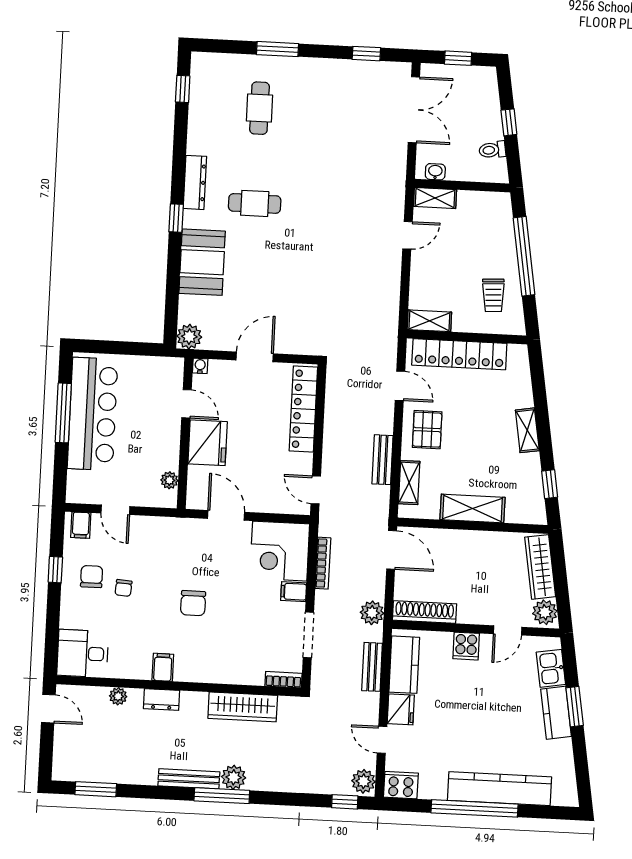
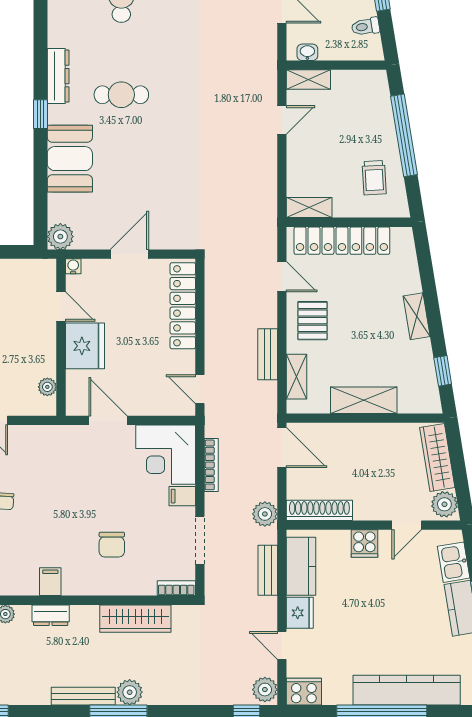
chair: (193, 603) -> (112, 545), moved

